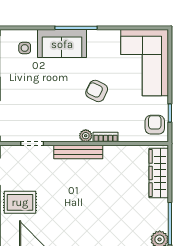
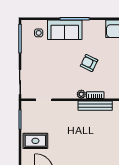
bench: (78, 152) -> (95, 106), moved

